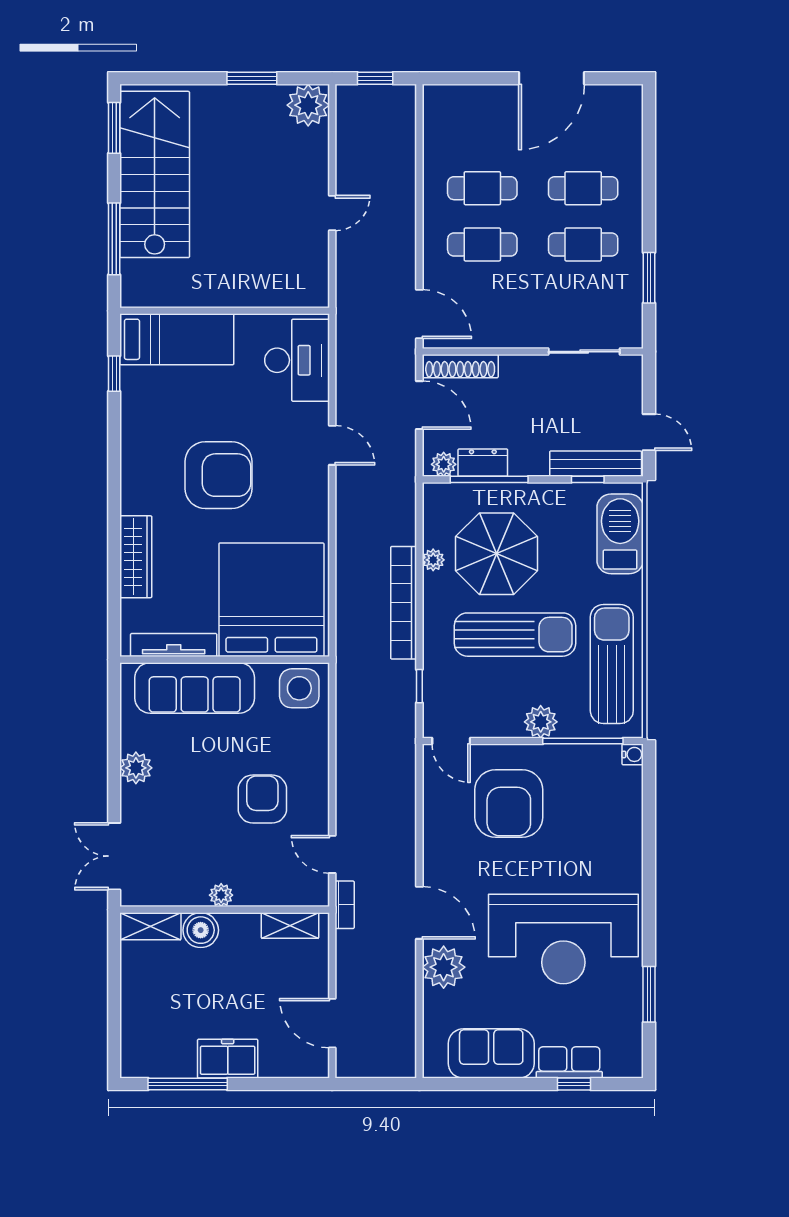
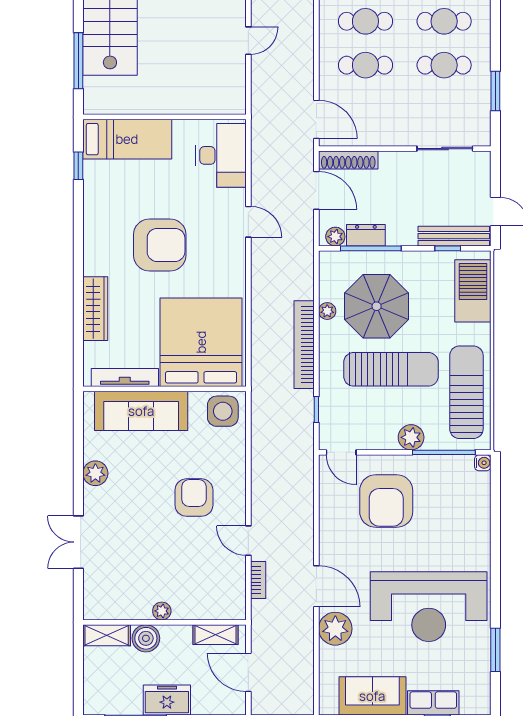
plant: (221, 895) -> (162, 611), moved
wall: (225, 910) -> (165, 622), moved
shelving: (290, 925) -> (215, 635), moved
shelving: (150, 926) -> (107, 635), moved
boiler: (201, 930) -> (146, 638), moved

